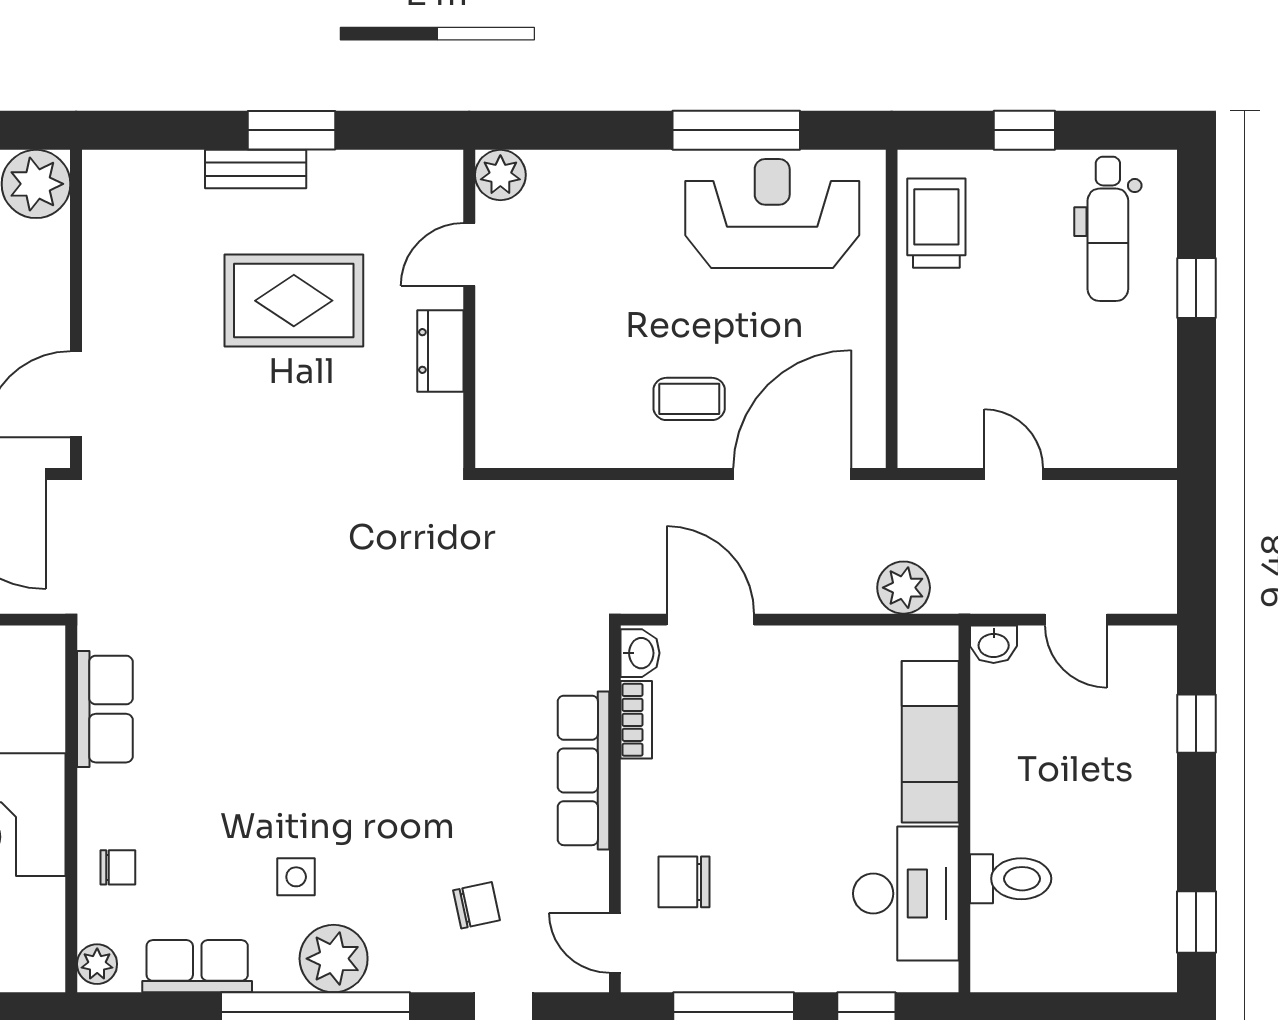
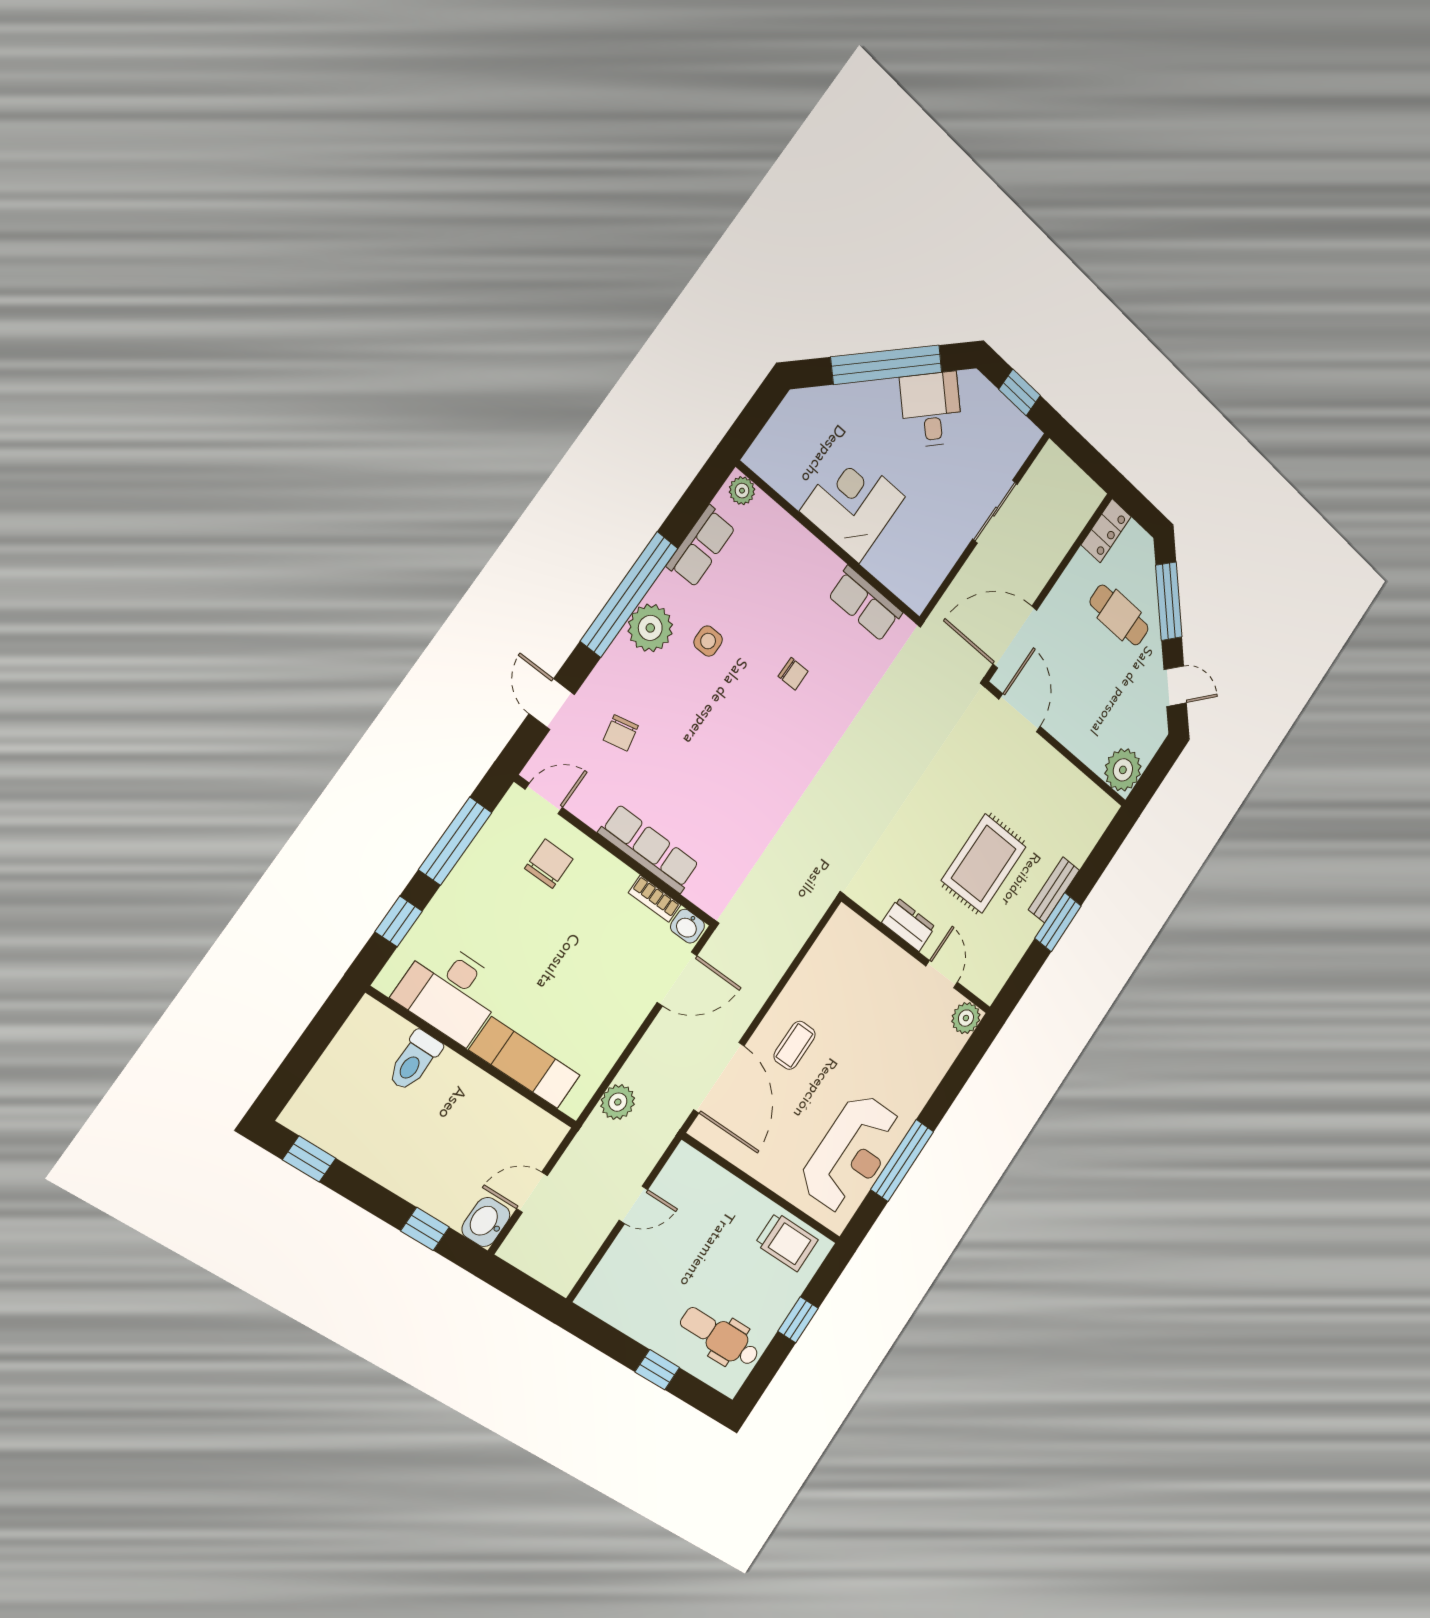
washbasin: (994, 644) -> (486, 1222), moved, width x1.38, depth x1.45
chair: (118, 867) -> (793, 674), moved, turned -90

